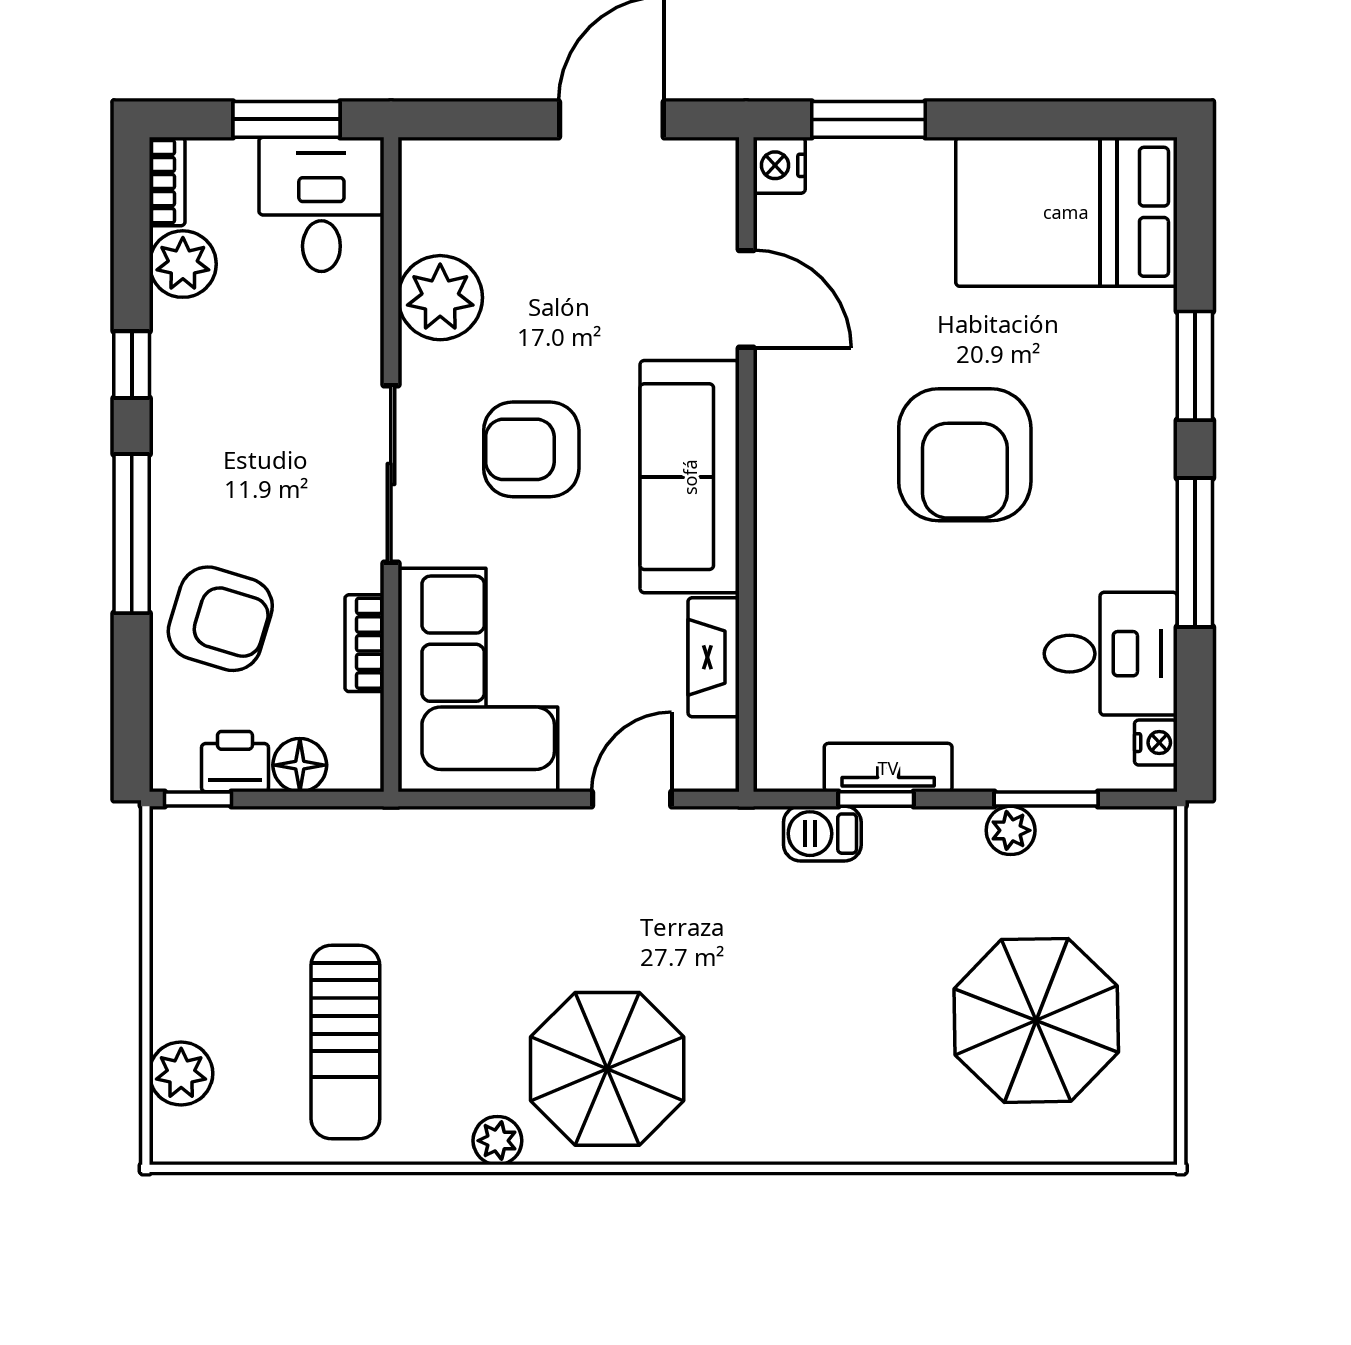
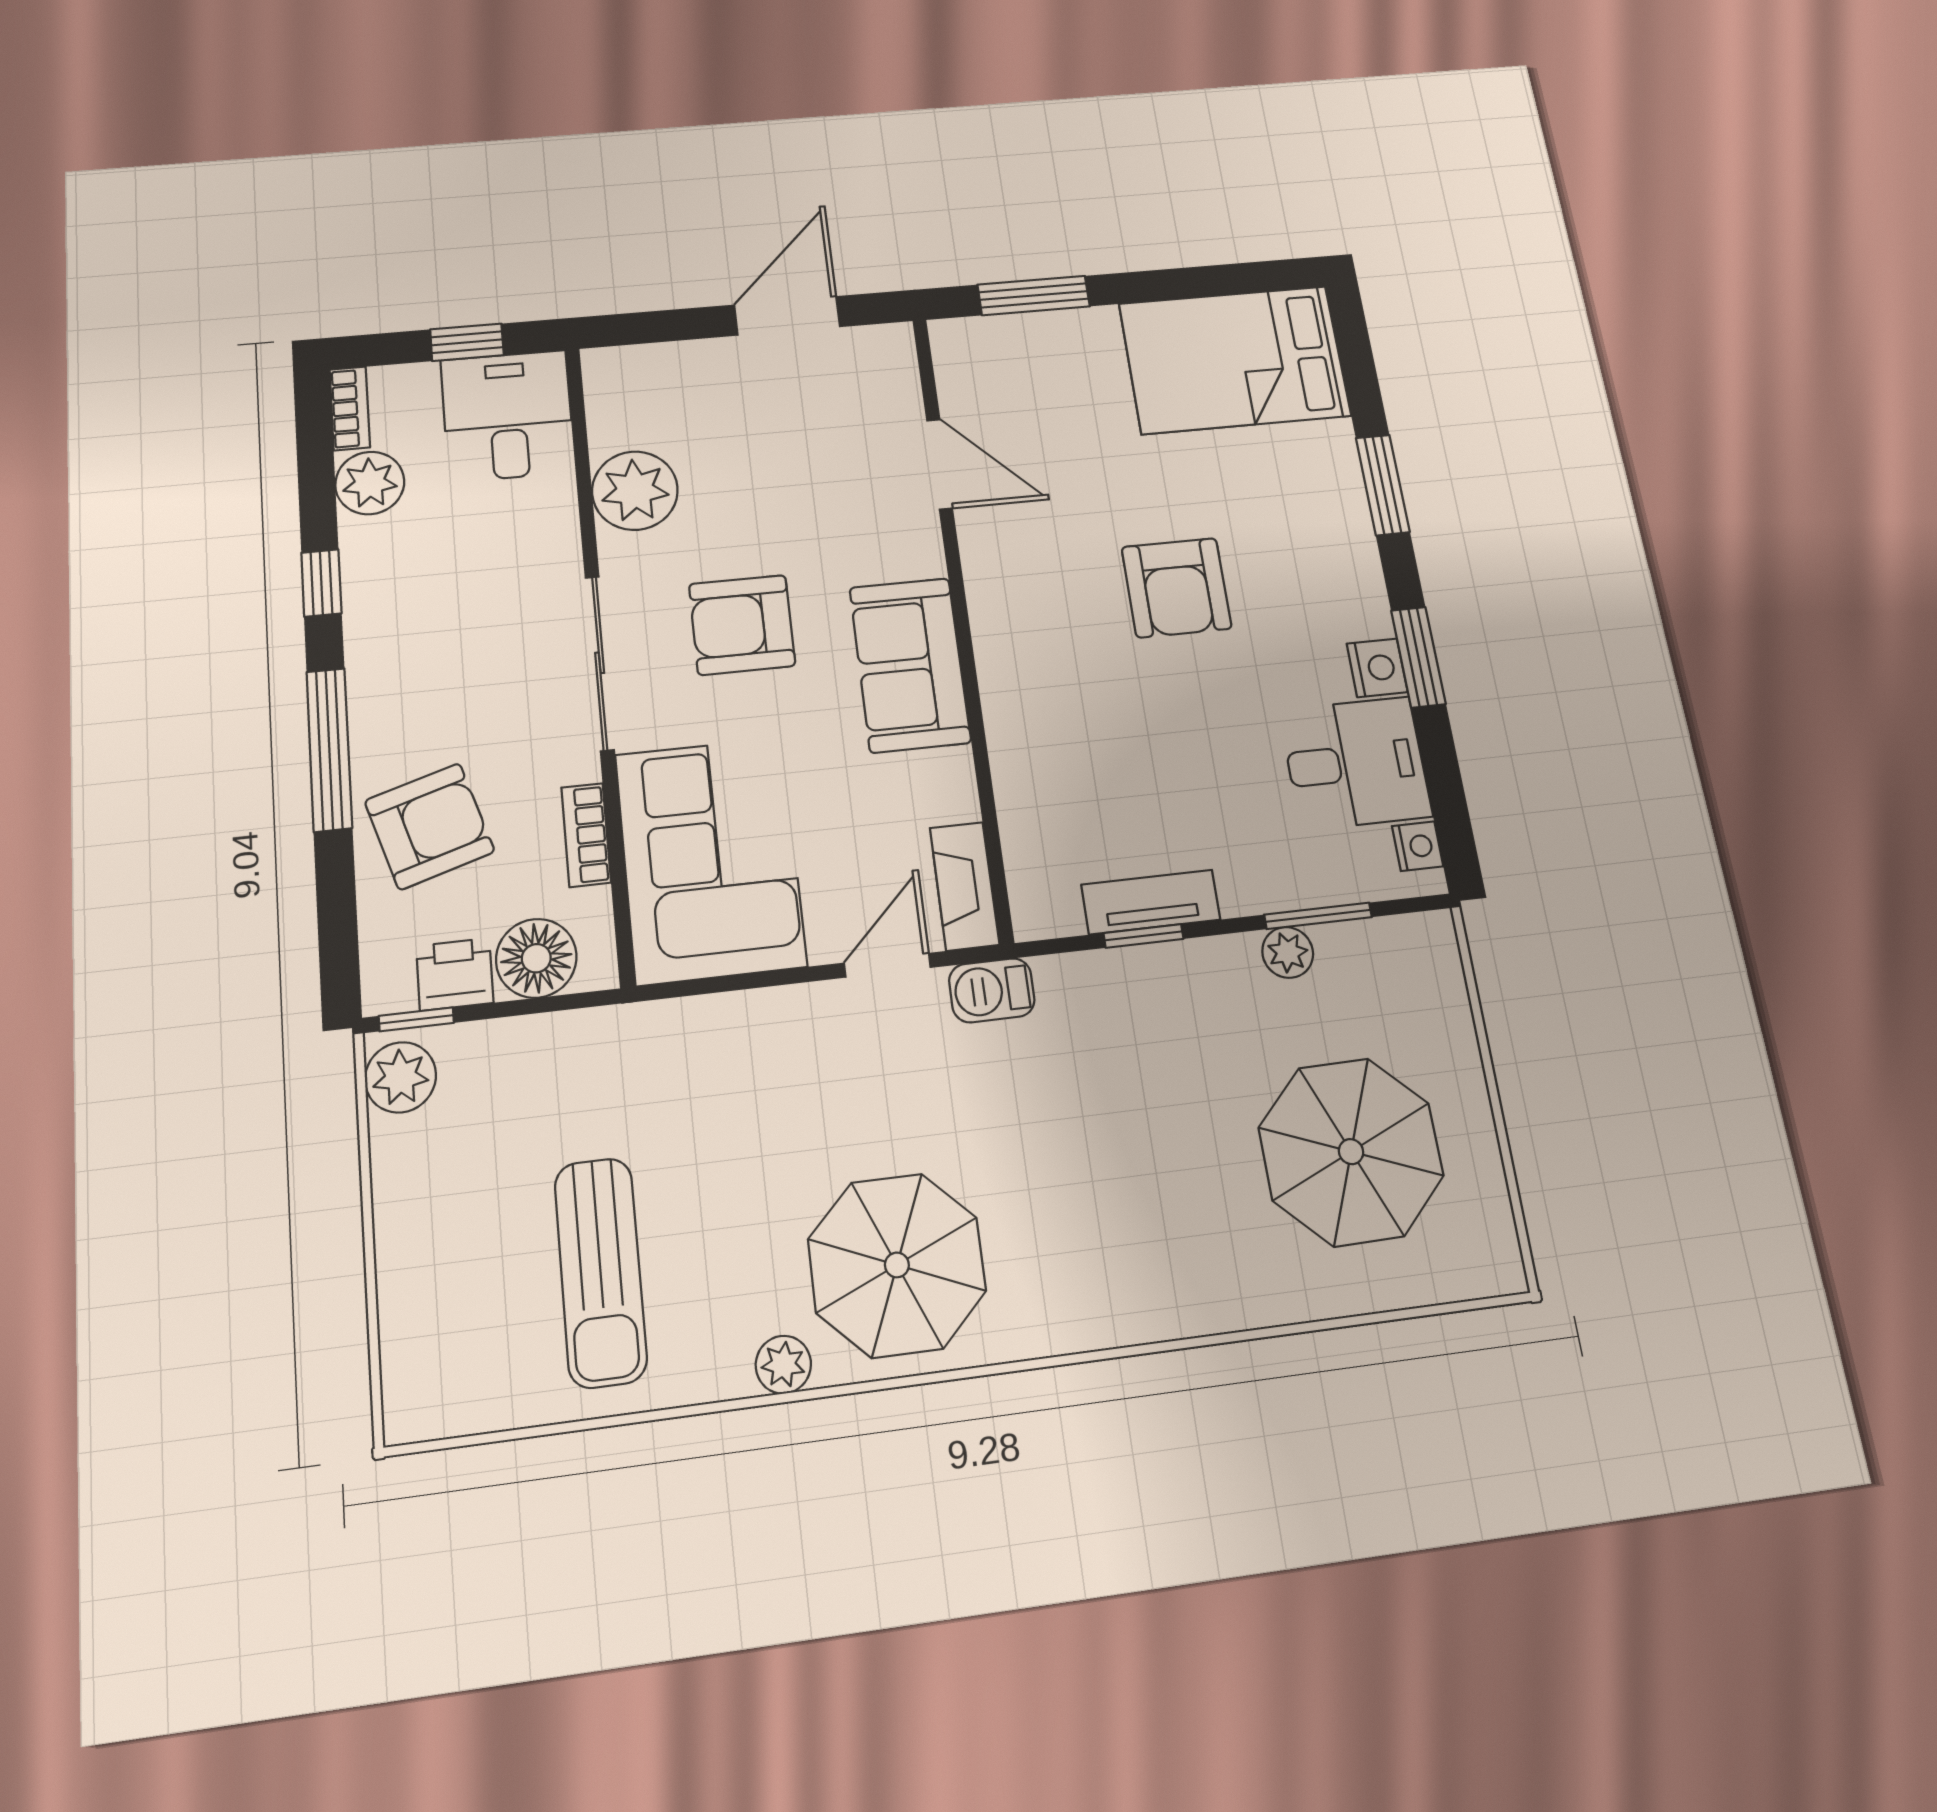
window: (287, 119) -> (467, 342), width x0.67
nightstand: (779, 165) -> (1377, 668), moved, turned 180
armchair: (965, 455) -> (1177, 588), width x0.73, depth x0.73
sofa: (690, 477) -> (910, 665), width x0.73
window: (1195, 552) -> (1418, 657), width x0.69
armchair: (220, 619) -> (430, 826), turned -34
fireplace: (714, 657) -> (964, 886), moved
floor lamp: (300, 765) -> (536, 958), width x1.38, depth x1.38
barbecue: (822, 834) -> (992, 990), moved
plant: (181, 1073) -> (400, 1077), moved

